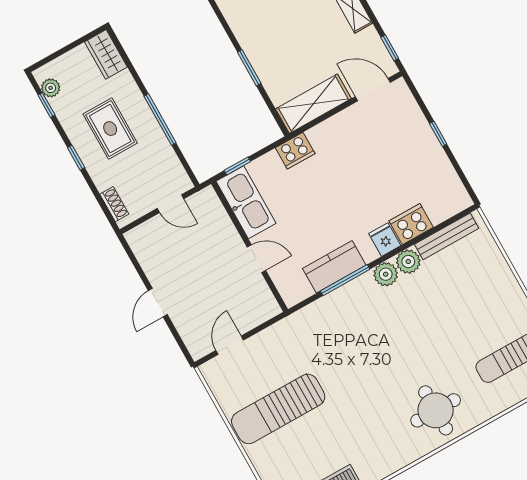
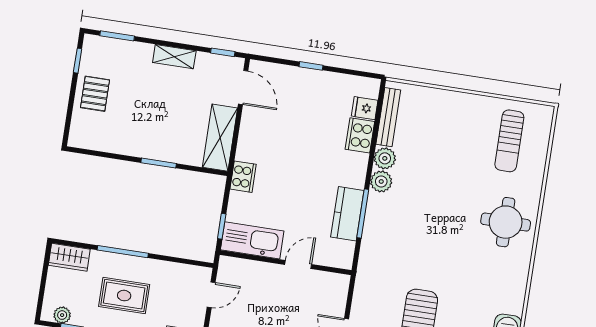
door: (373, 90) -> (243, 88), swing flipped
window: (160, 119) -> (123, 252), moved
fridge: (385, 240) -> (365, 108), moved

